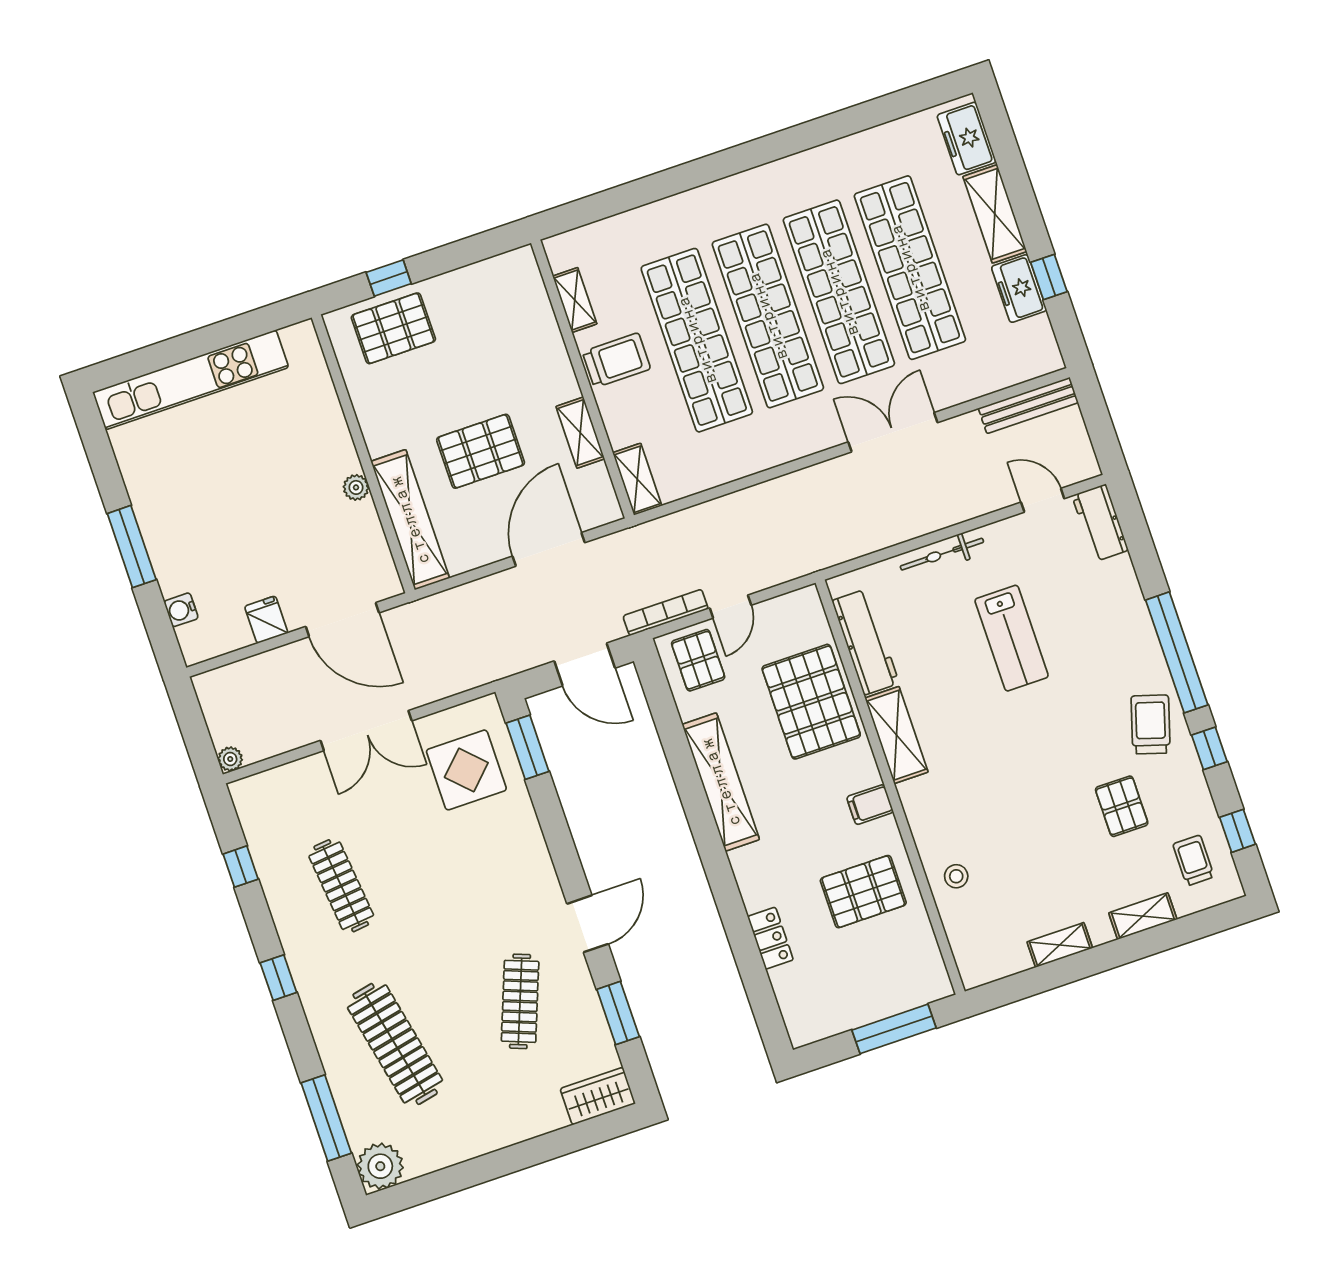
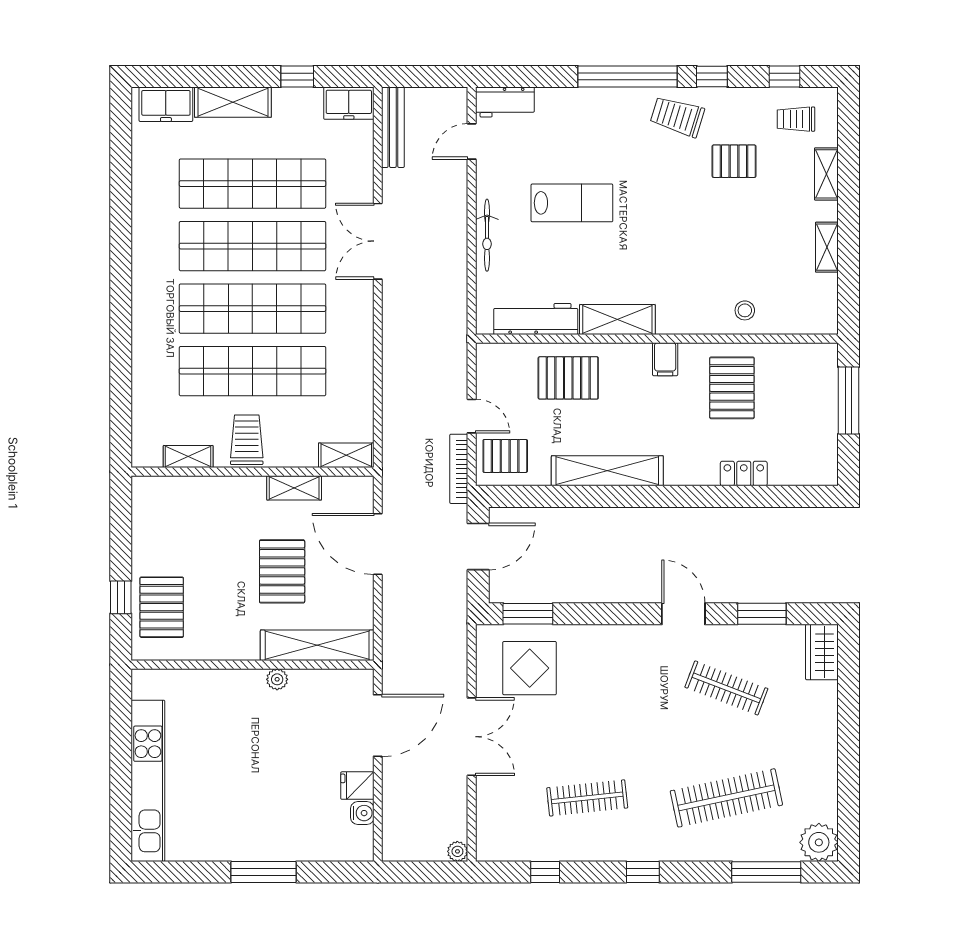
freezer: (1019, 288) -> (349, 103), moved
water cooler: (181, 610) -> (362, 813), moved, turned -90
pallet: (811, 702) -> (568, 378), width x0.73, depth x0.71

